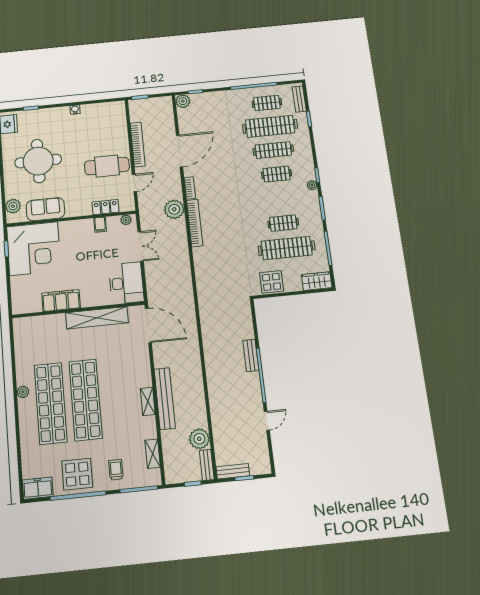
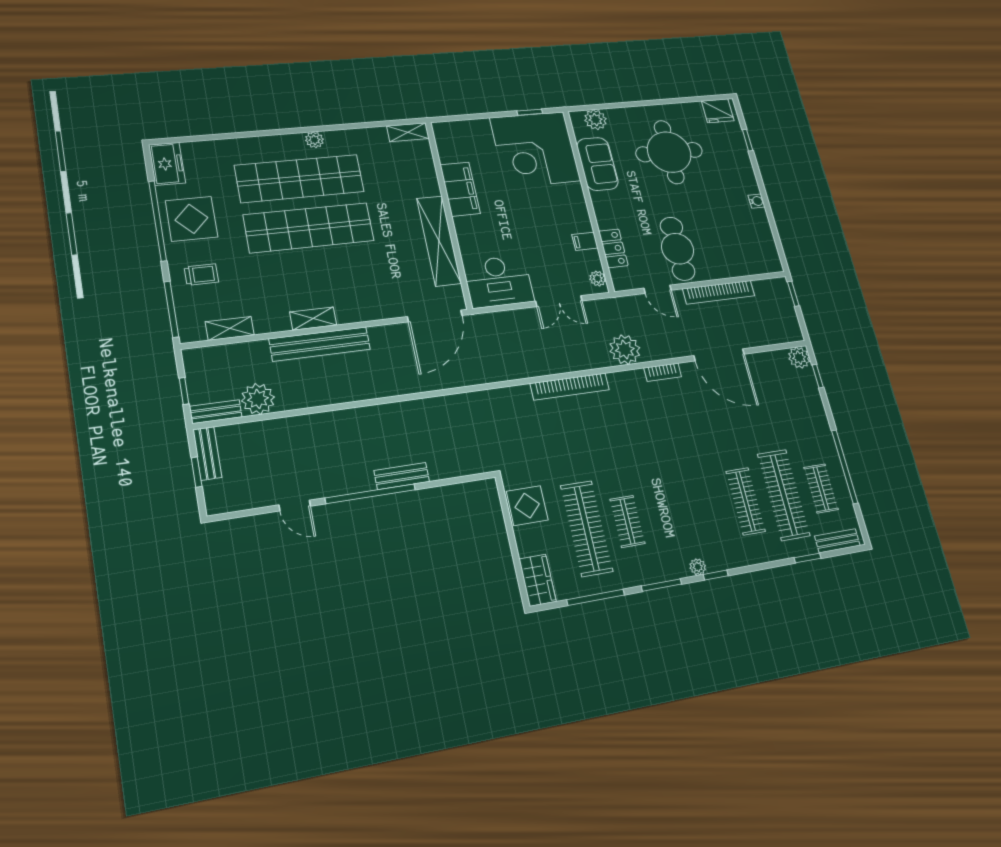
clothes rail: (277, 174) -> (707, 508), removed
bookcase: (195, 223) -> (570, 387), moved
shelving: (19, 330) -> (408, 132), added

